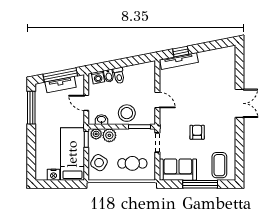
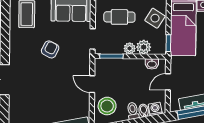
door: (86, 103) -> (168, 82), swing flipped
stool: (127, 113) -> (107, 106), moved
armchair: (197, 132) -> (50, 49), turned -153
plant: (96, 134) -> (130, 48), moved

